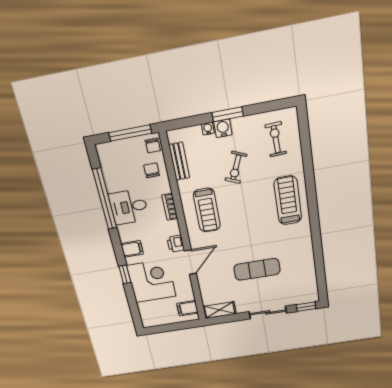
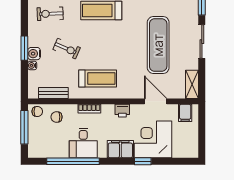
filing cabinet: (132, 249) -> (120, 149), width x2.00
door: (190, 262) -> (156, 101), moved
exercise mat: (257, 269) -> (158, 45), width x1.36, depth x1.45

